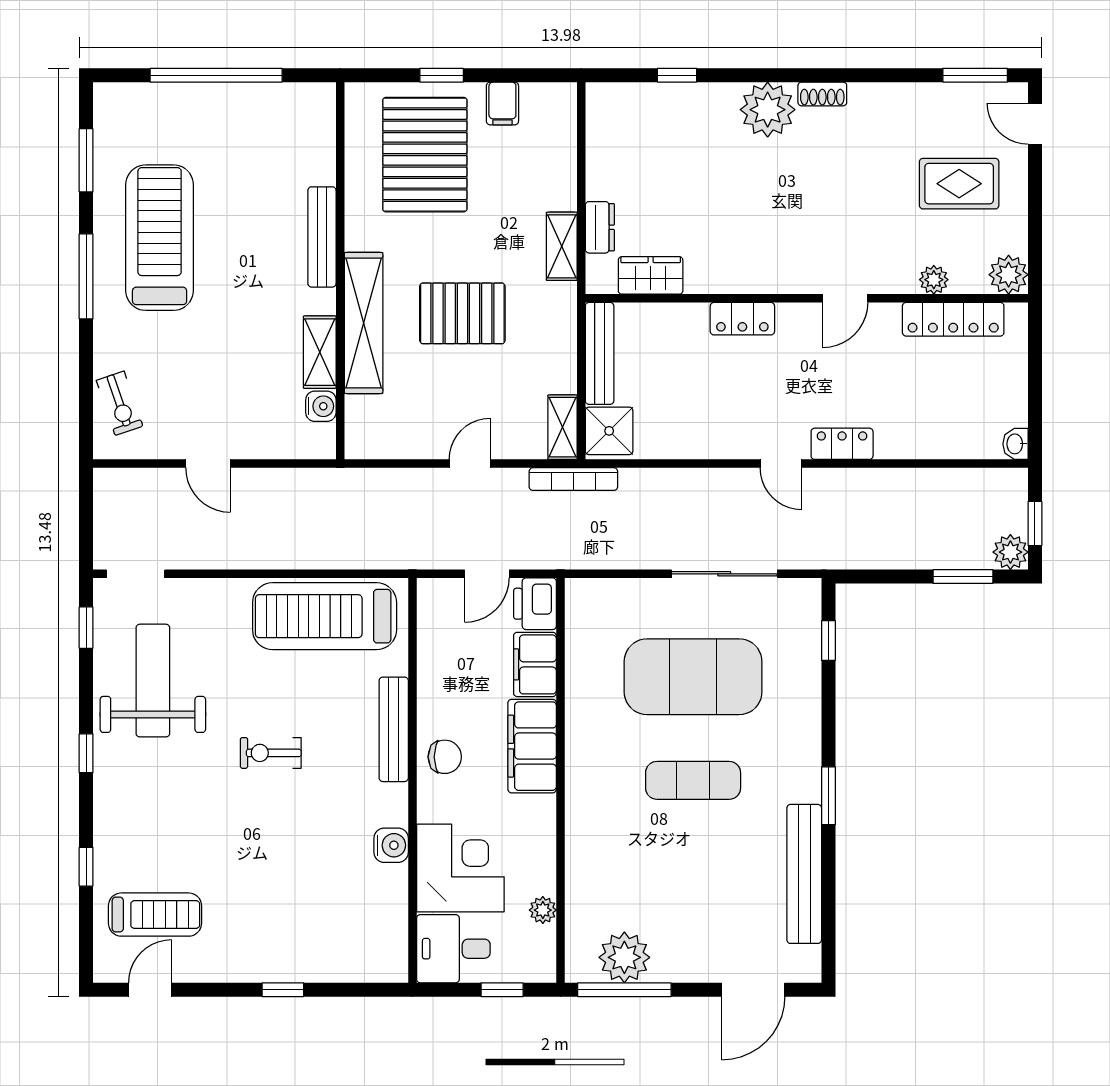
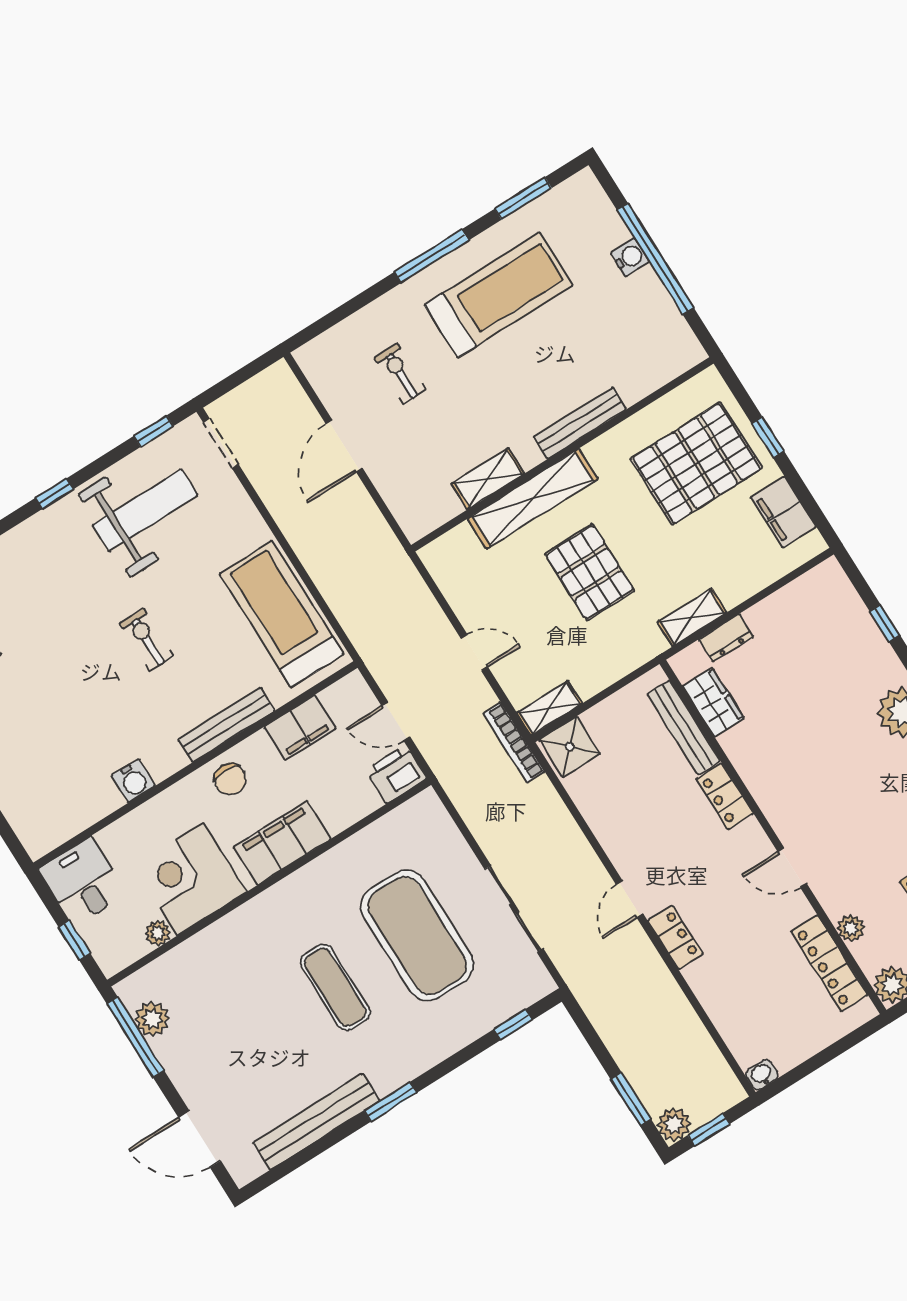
filing cabinet: (502, 103) -> (784, 512), width x2.00
bench: (600, 353) -> (684, 727), moved, turned 90
exercise bike: (120, 403) -> (400, 374), moved, turned 109
water cooler: (321, 406) -> (630, 257), moved, turned -90
door: (208, 464) -> (344, 446), width x1.38
filing cabinet: (535, 664) -> (300, 728), moved, turned 180
corner desk: (460, 868) -> (190, 879), moved, turned 180
plant: (624, 957) -> (152, 1019), width x0.73, depth x0.73

